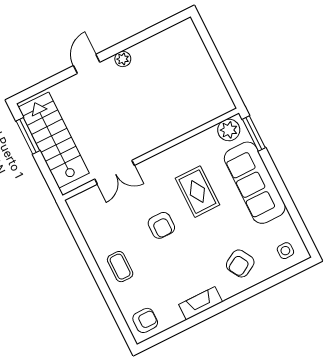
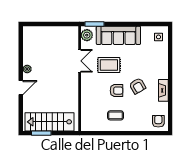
door: (87, 64) -> (21, 88), swing flipped
double door: (115, 172) -> (80, 61), moved
armchair: (240, 263) -> (138, 86), moved
coffee table: (120, 267) -> (116, 115), moved

